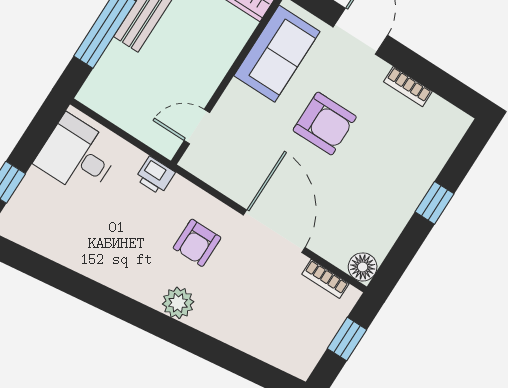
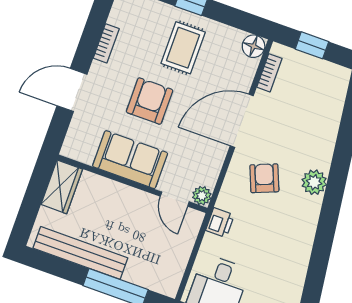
sofa: (277, 54) -> (130, 160), moved
plant: (193, 161) -> (202, 196), added
rug: (381, 180) -> (183, 48), added
armchair: (197, 243) -> (264, 178), turned -112

